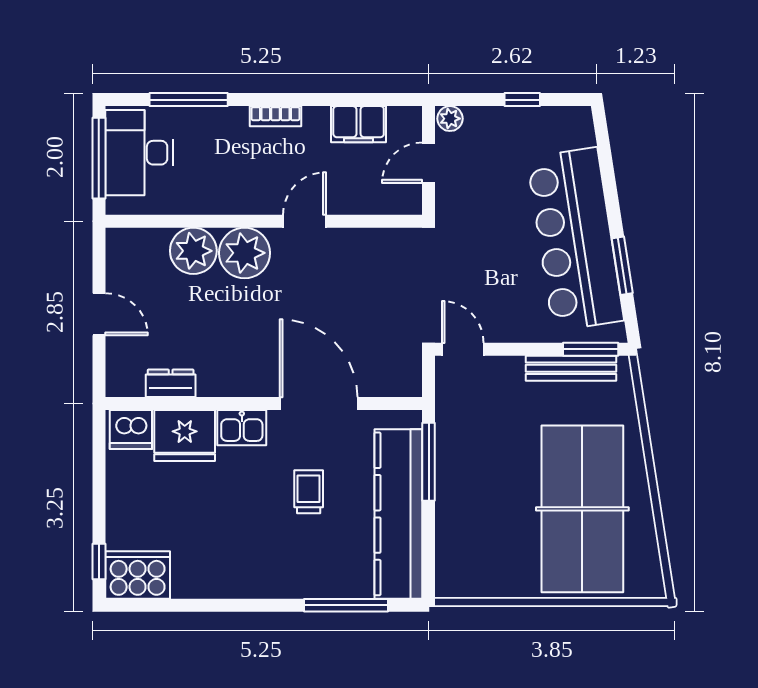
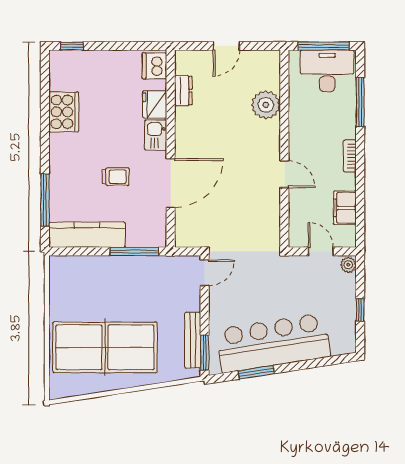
plant: (245, 253) -> (265, 137), removed
fridge: (185, 436) -> (155, 104), width x0.73, depth x0.75
kitchen counter: (398, 514) -> (87, 235), width x0.72, depth x0.86
cooker: (138, 575) -> (64, 112), moved

